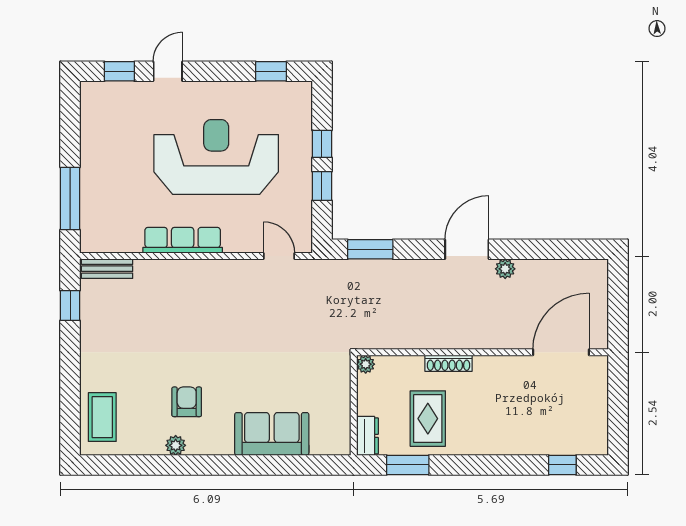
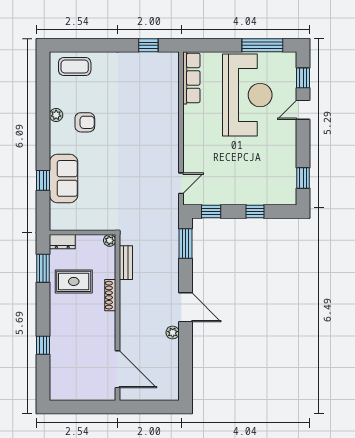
door: (168, 71) -> (303, 110), swing flipped
reception desk: (216, 157) -> (247, 95), moved
window: (322, 186) -> (211, 212), moved
window: (70, 198) -> (262, 45), moved
row of seats: (183, 240) -> (191, 78), moved
bench: (107, 269) -> (126, 263), moved
window: (275, 465) -> (43, 180), added
window: (562, 465) -> (43, 345), moved

